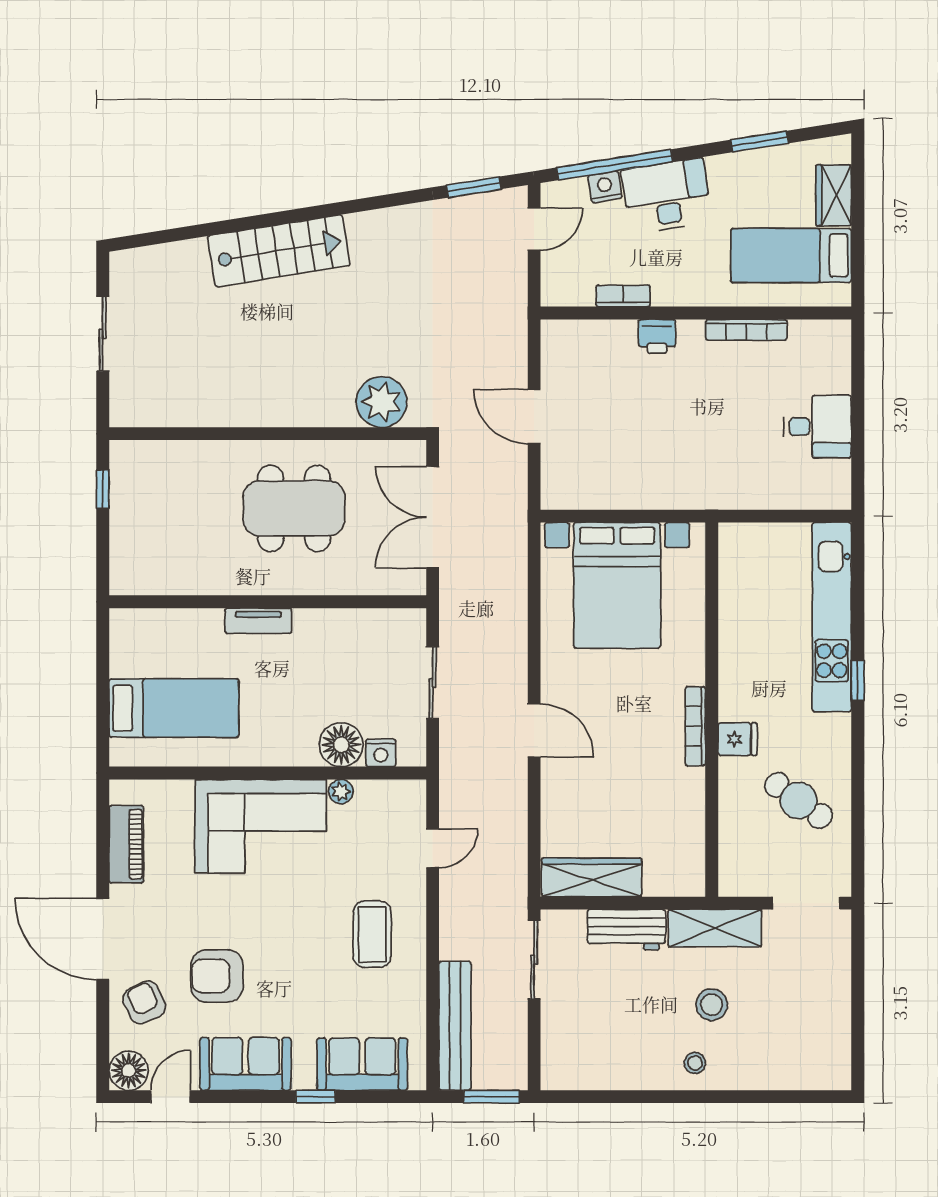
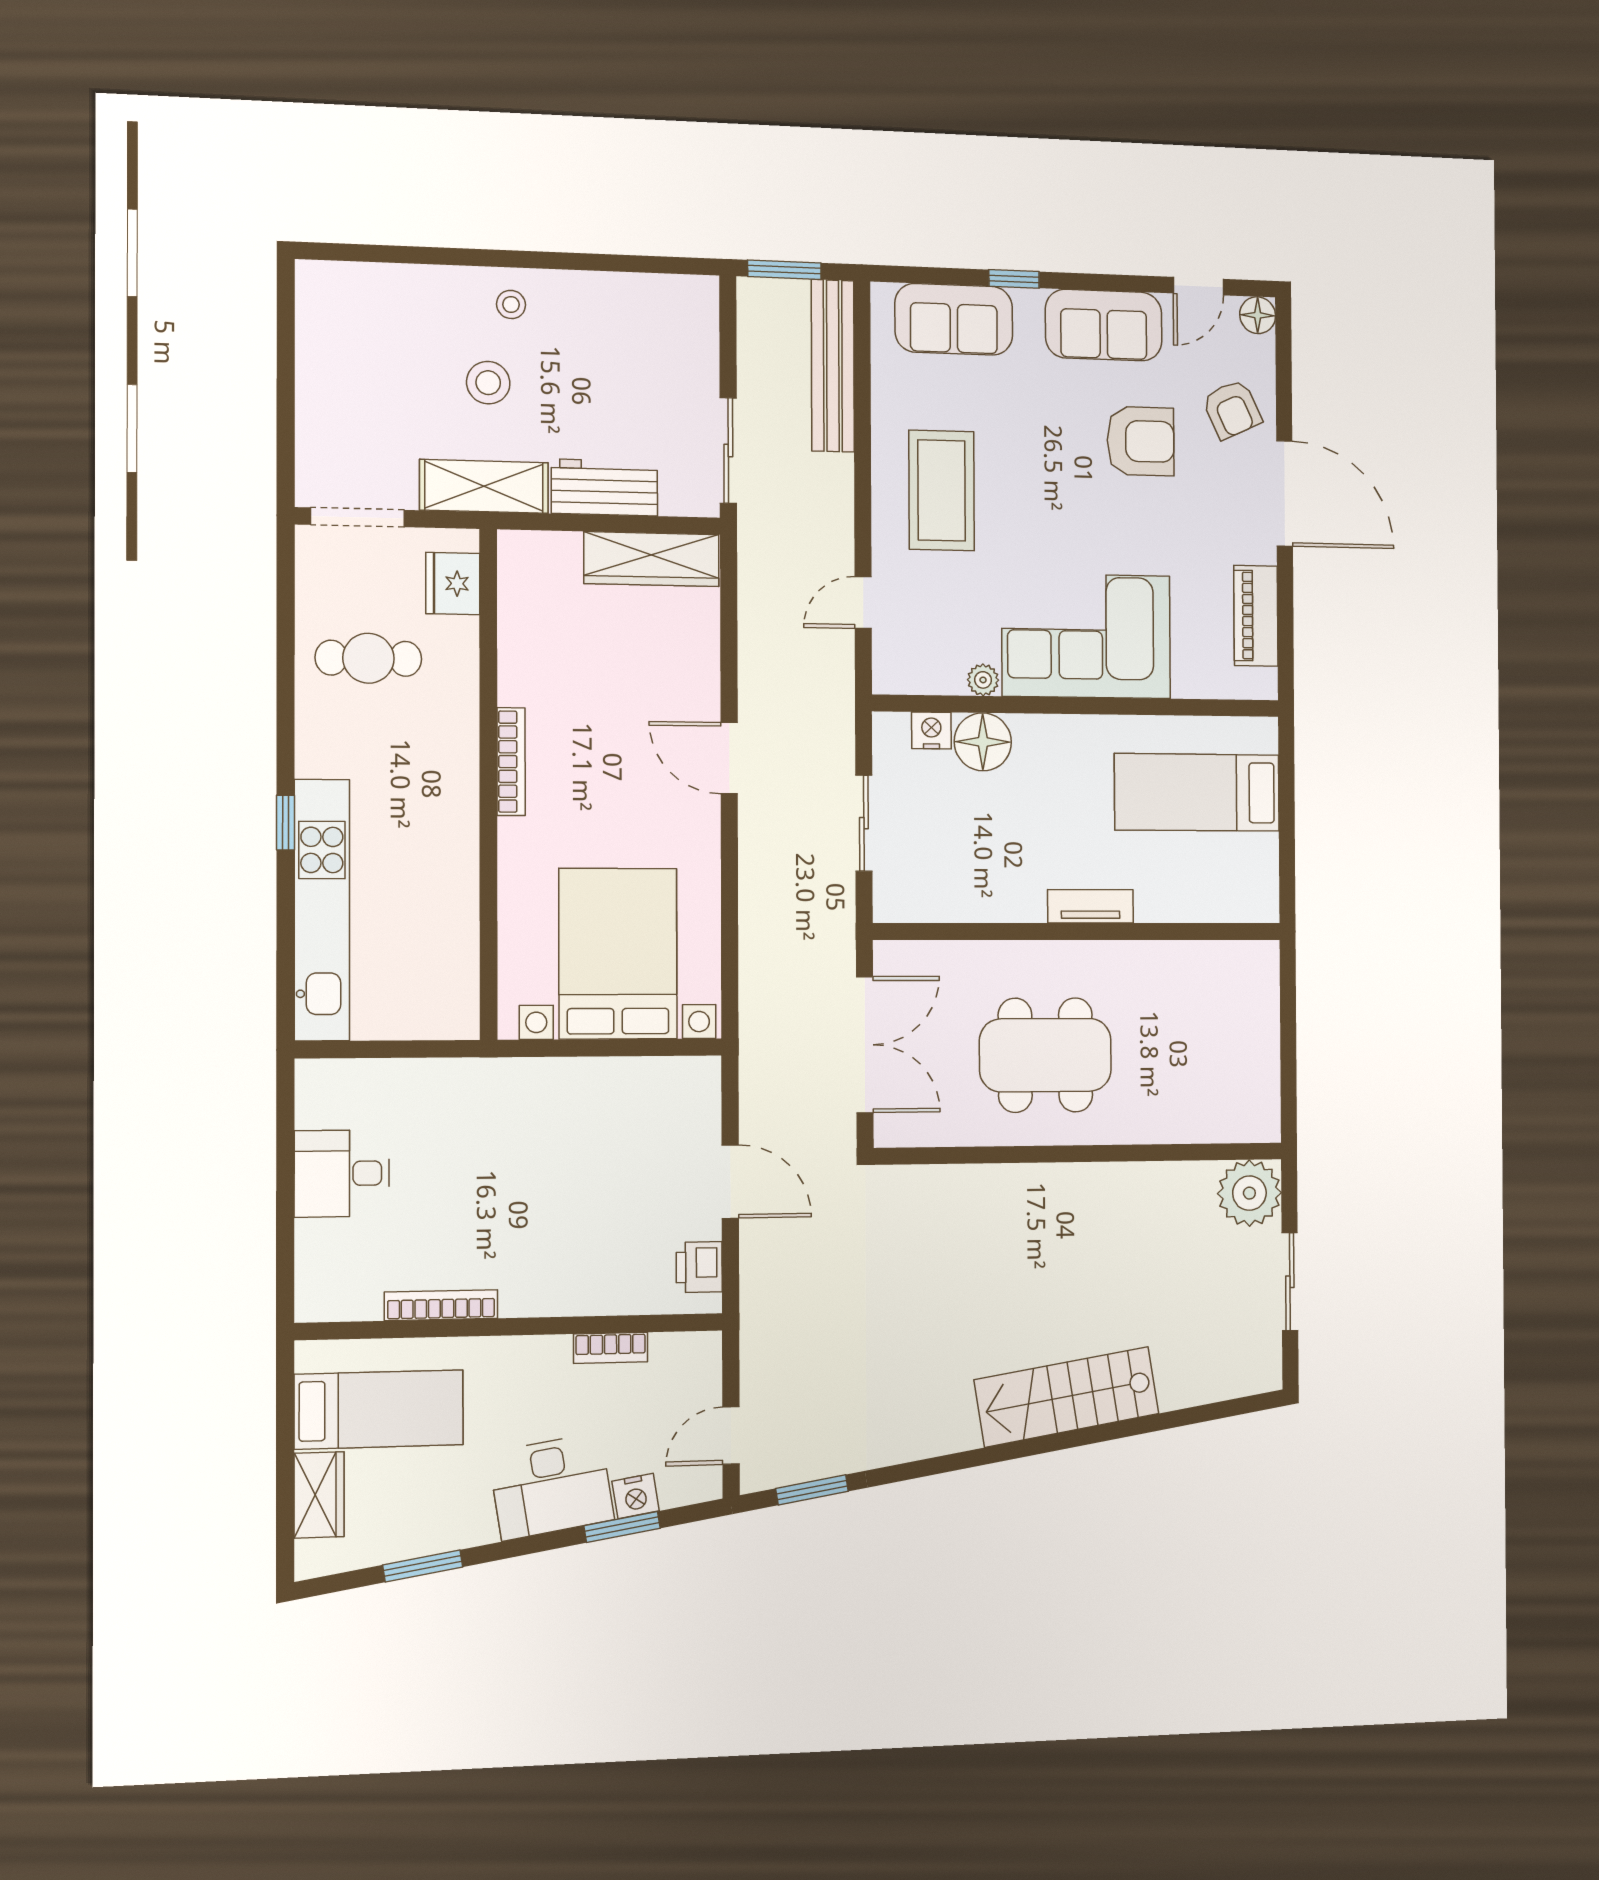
window: (615, 165) -> (622, 1527), width x0.47
printer: (657, 336) -> (699, 1267), moved, turned -90
plant: (382, 402) -> (1249, 1193), moved
window: (103, 489) -> (1288, 1078), removed
fridge: (738, 739) -> (453, 583), moved, width x1.38
cafe table: (798, 800) -> (368, 658), turned -36
coffee table: (372, 934) -> (942, 490), width x1.36, depth x1.32
floor lamp: (129, 1071) -> (1258, 315), width x0.73, depth x0.73

